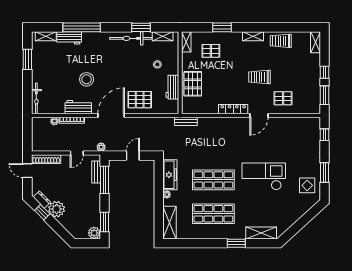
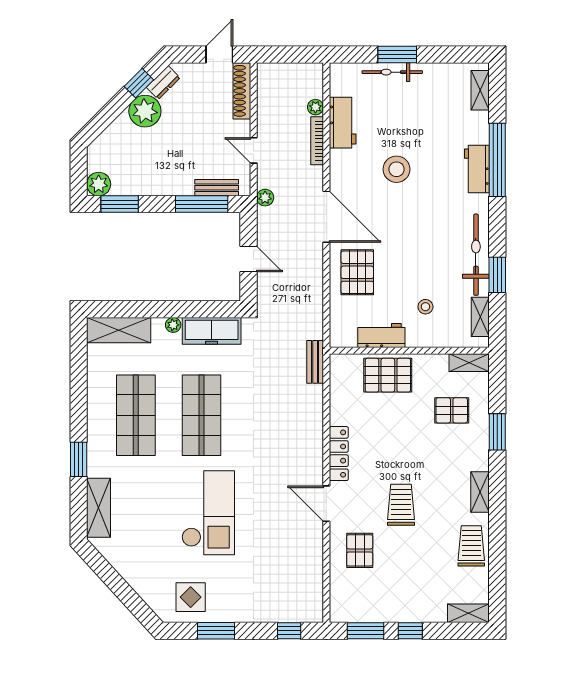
workbench: (69, 38) -> (477, 169), moved
pallet: (211, 51) -> (452, 410), turned 90
window: (27, 59) -> (397, 54), moved
bicycle: (36, 98) -> (392, 72), moved
workbench: (78, 107) -> (343, 123), moved

